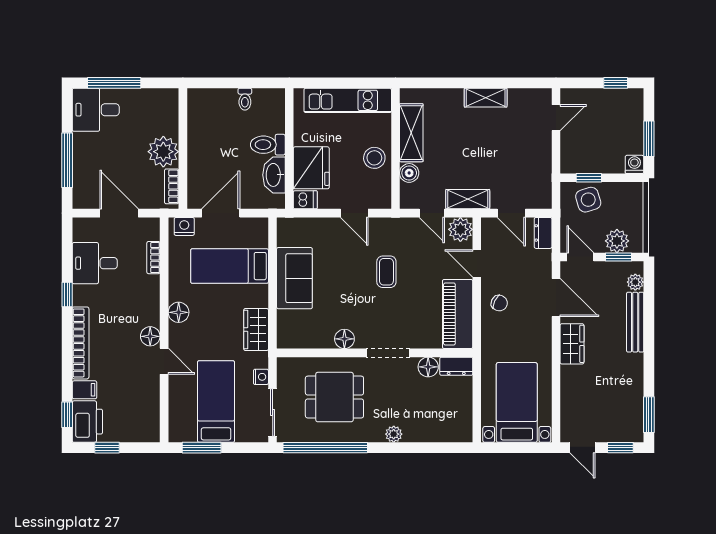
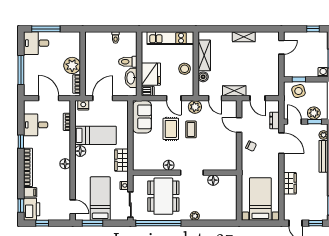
plant: (460, 229) -> (195, 107), moved
dresser: (543, 233) -> (274, 120), moved
bed: (230, 266) -> (95, 135), moved, turned 180
rug: (349, 271) -> (171, 129), added
sofa: (294, 278) -> (142, 117), moved
piano: (458, 314) -> (229, 152), removed
wardrobe: (572, 344) -> (290, 183), moved
door: (164, 361) -> (73, 207), moved
dresser: (456, 366) -> (228, 180), removed
dining table: (334, 397) -> (163, 196), width x1.38

